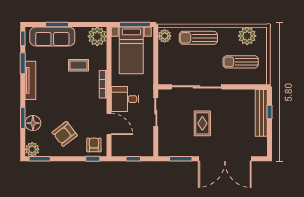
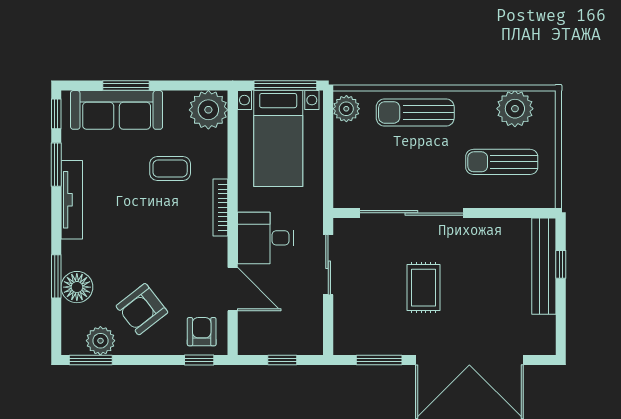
plant: (32, 149) -> (100, 341), moved

